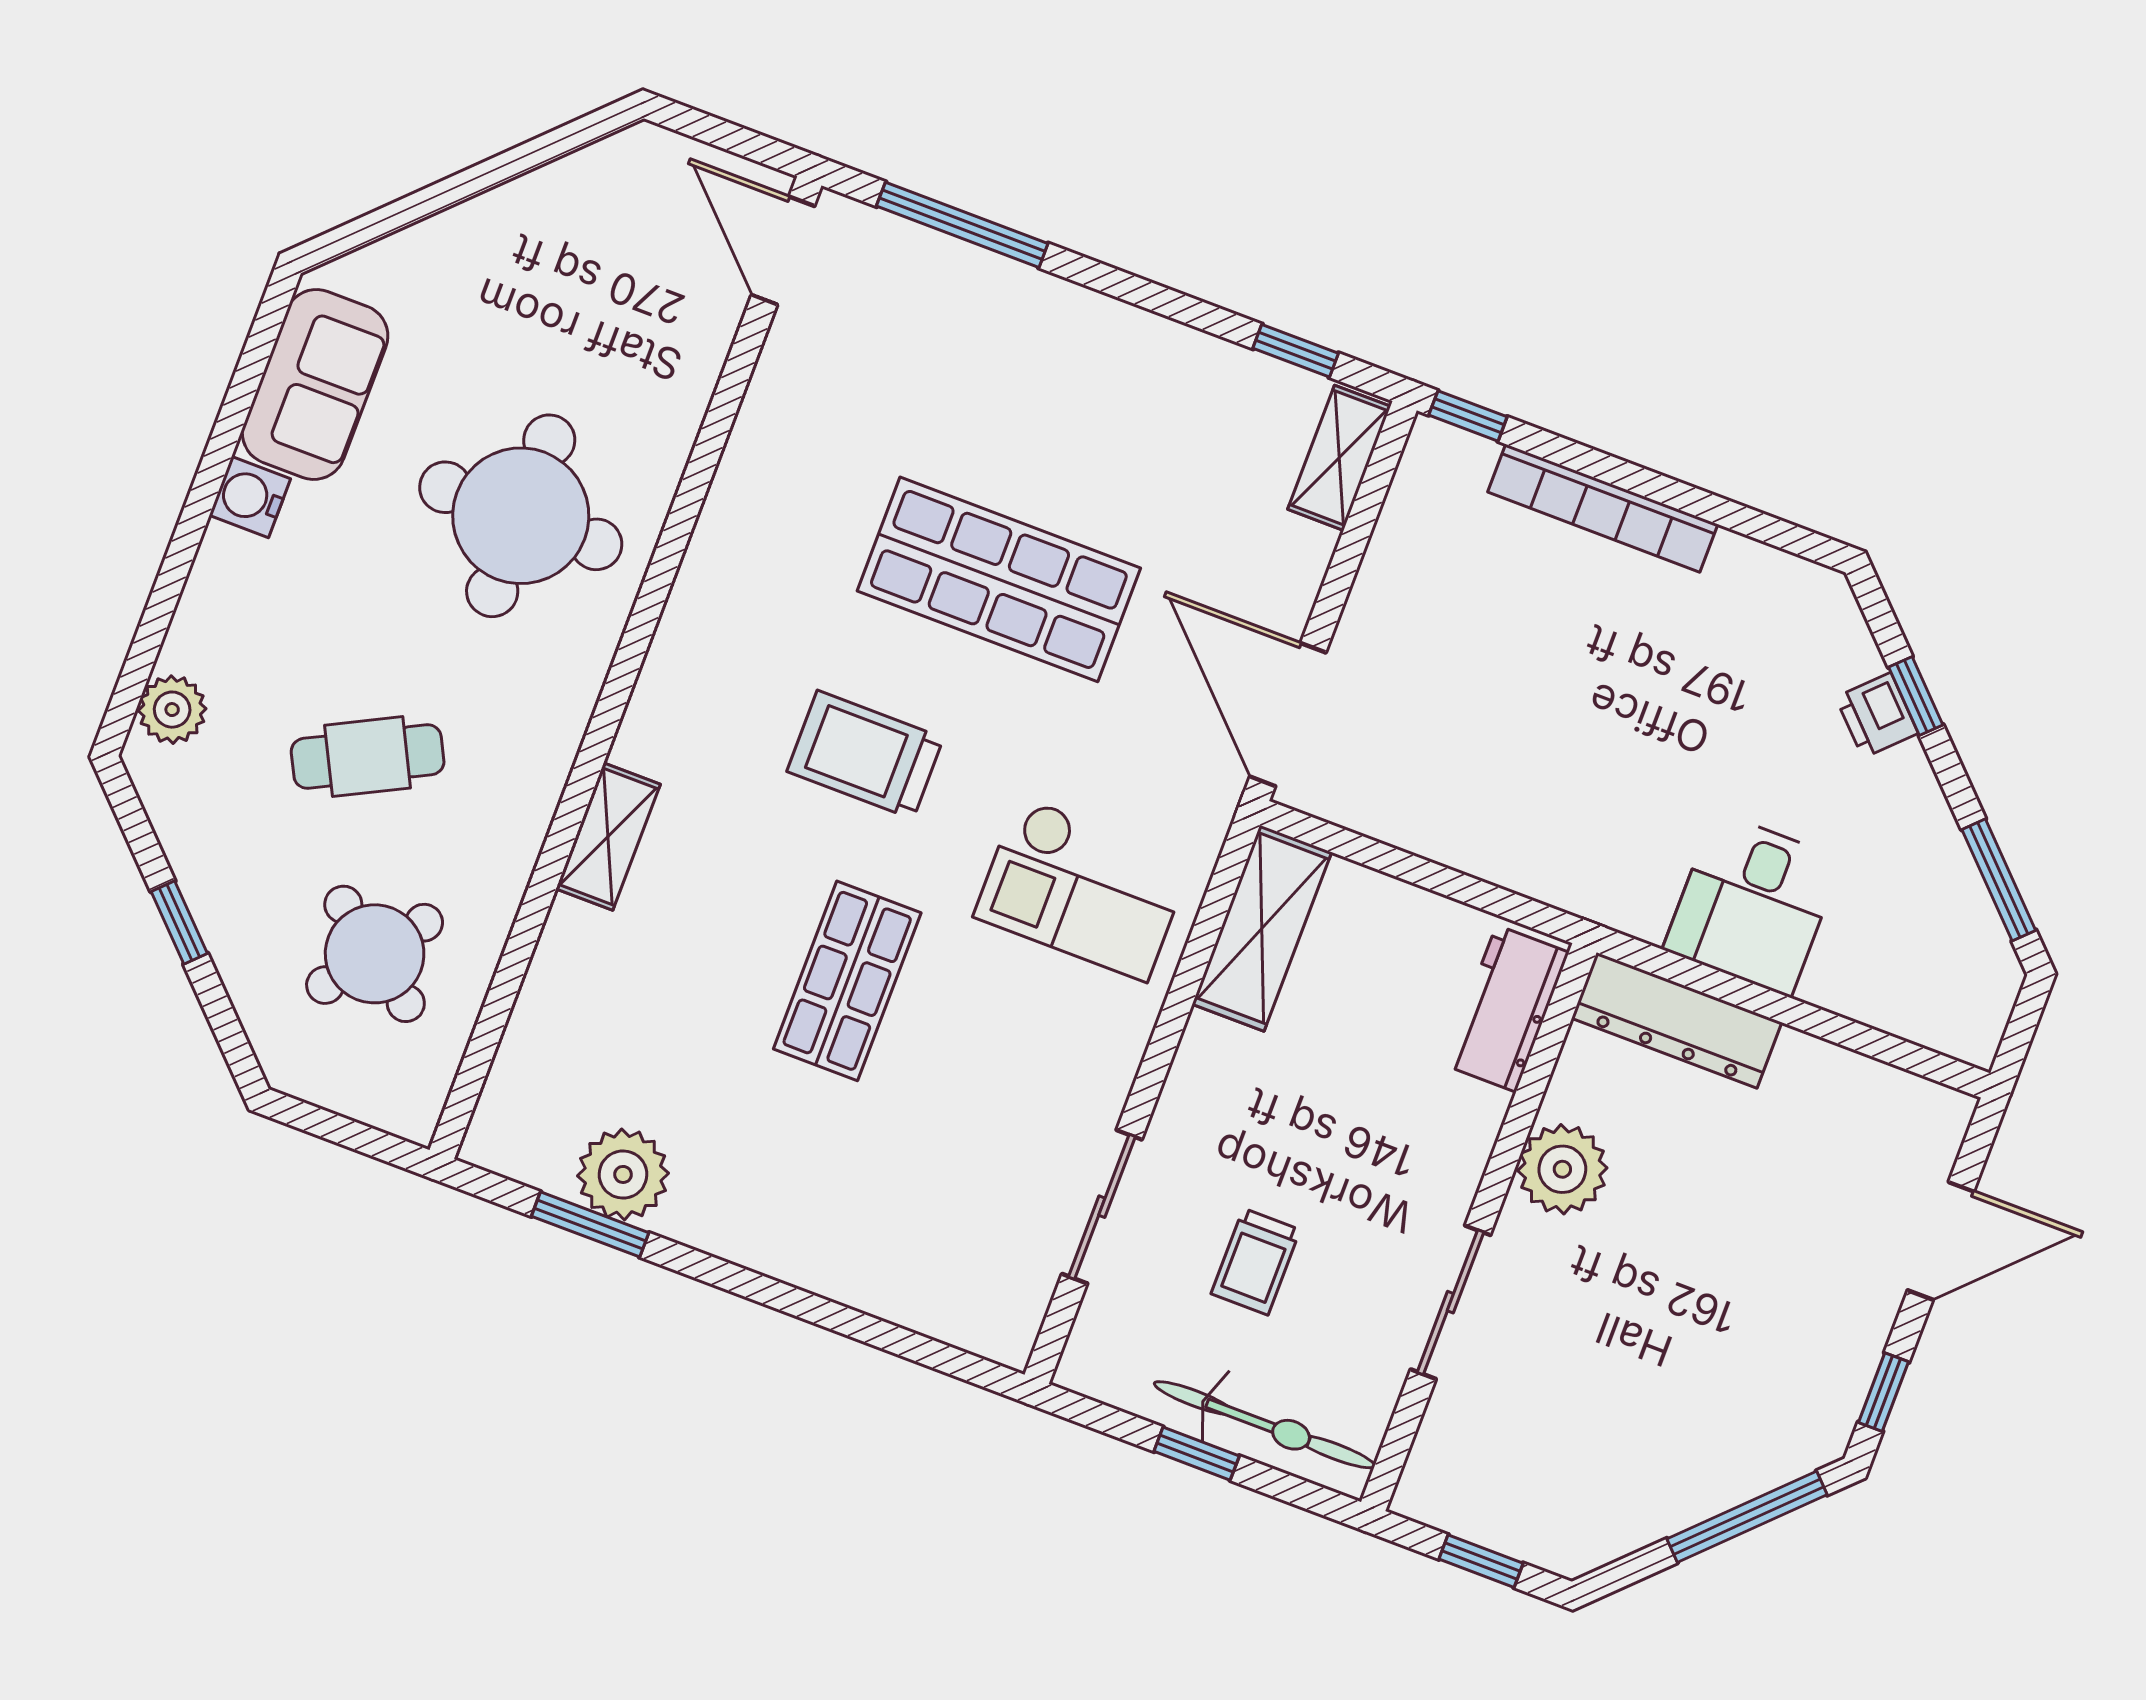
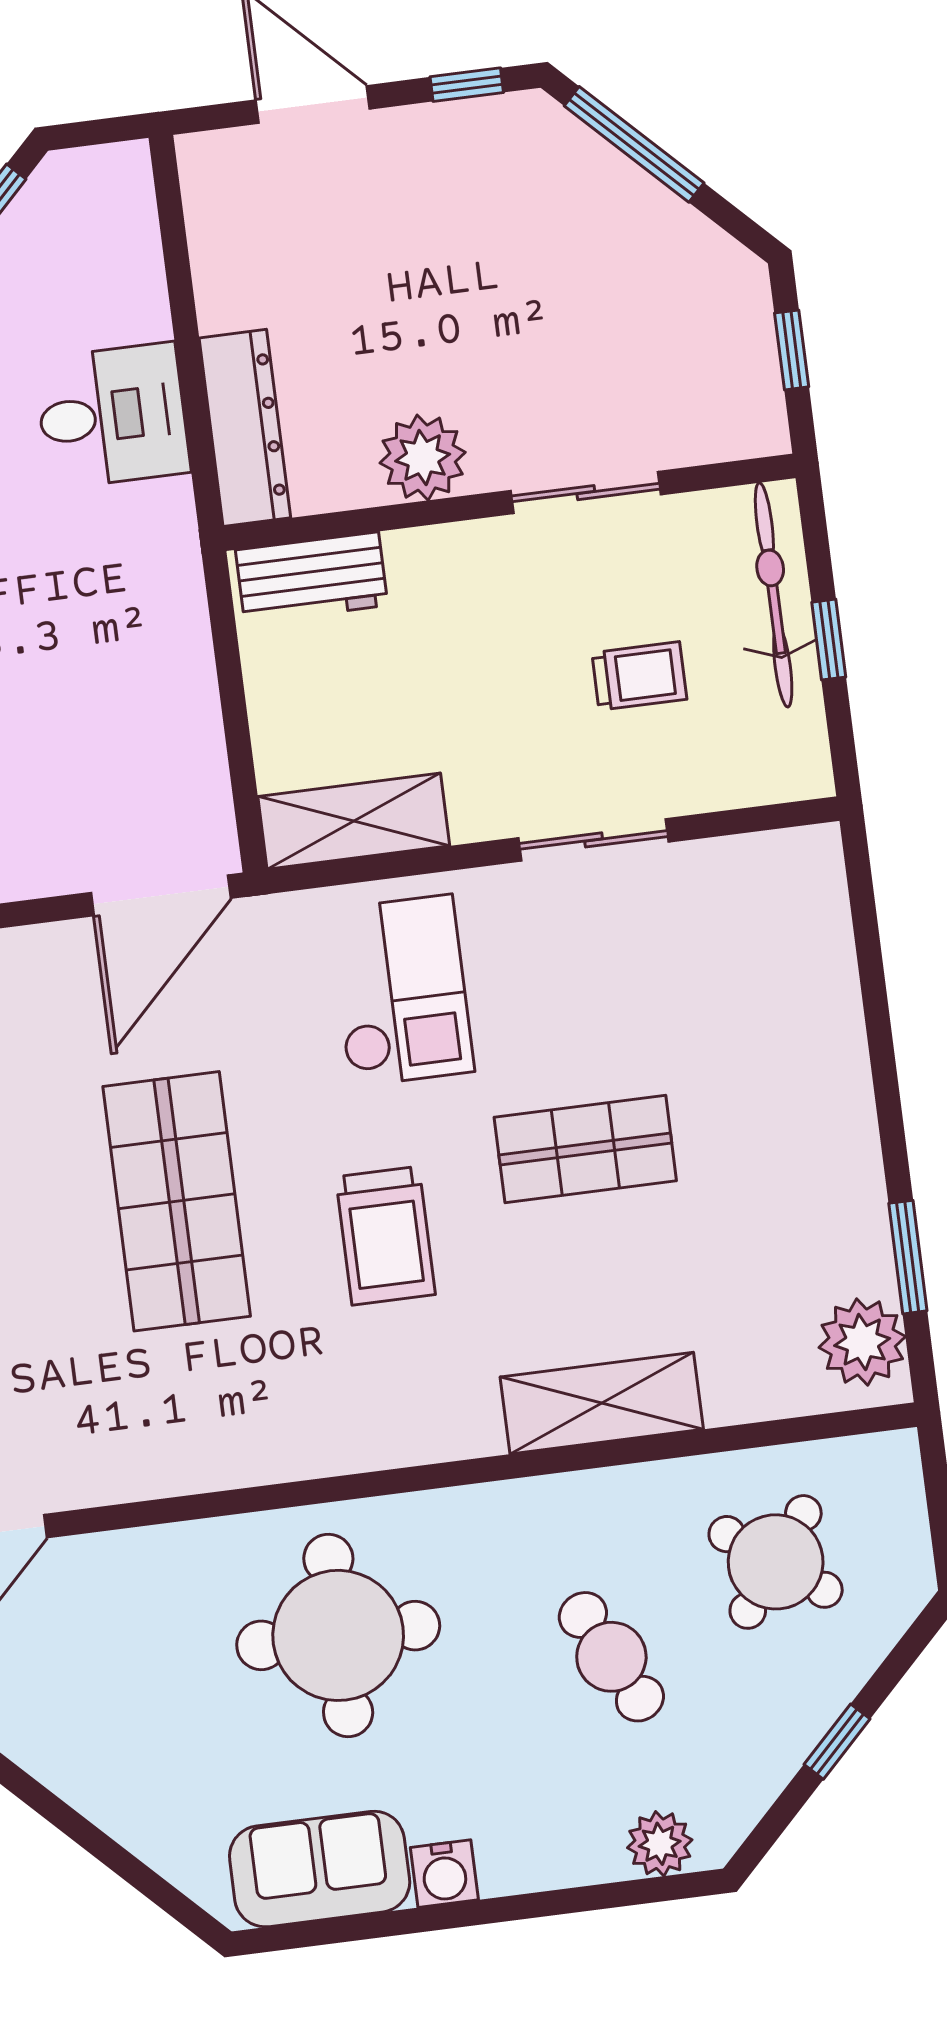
shelving: (608, 837) -> (602, 1403), width x1.50, depth x1.33
plant: (623, 1174) -> (862, 1342), moved
sliding door: (1102, 1207) -> (594, 840), moved

